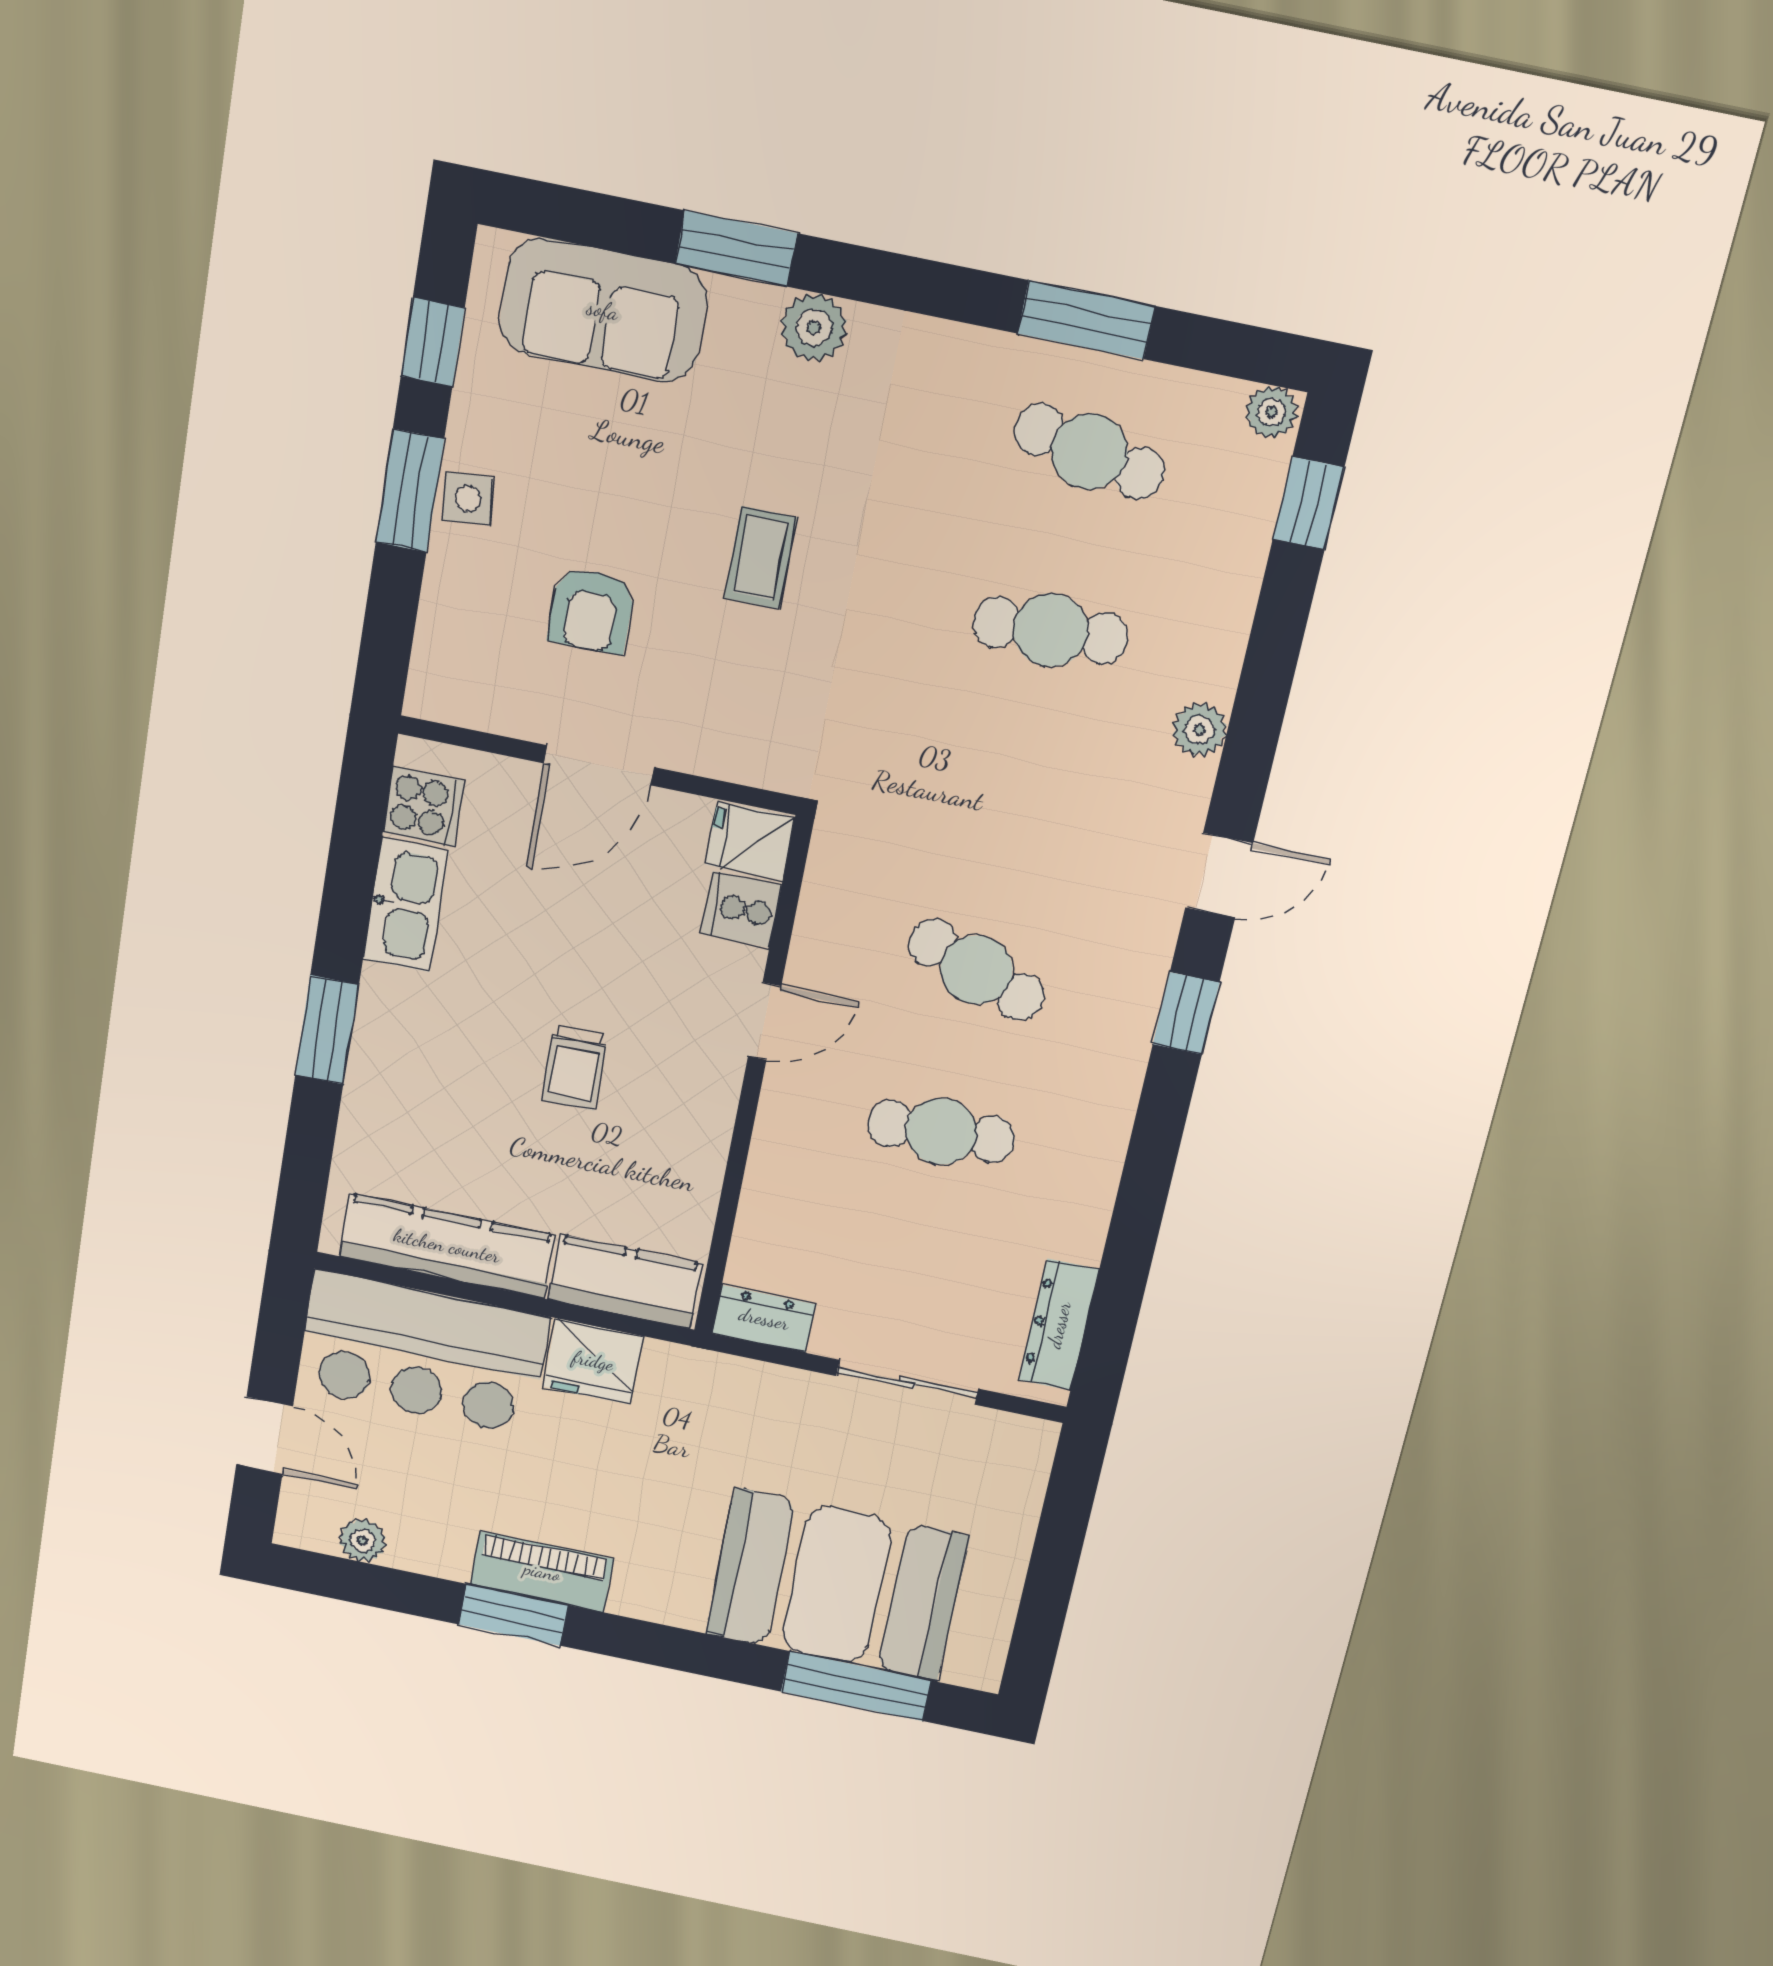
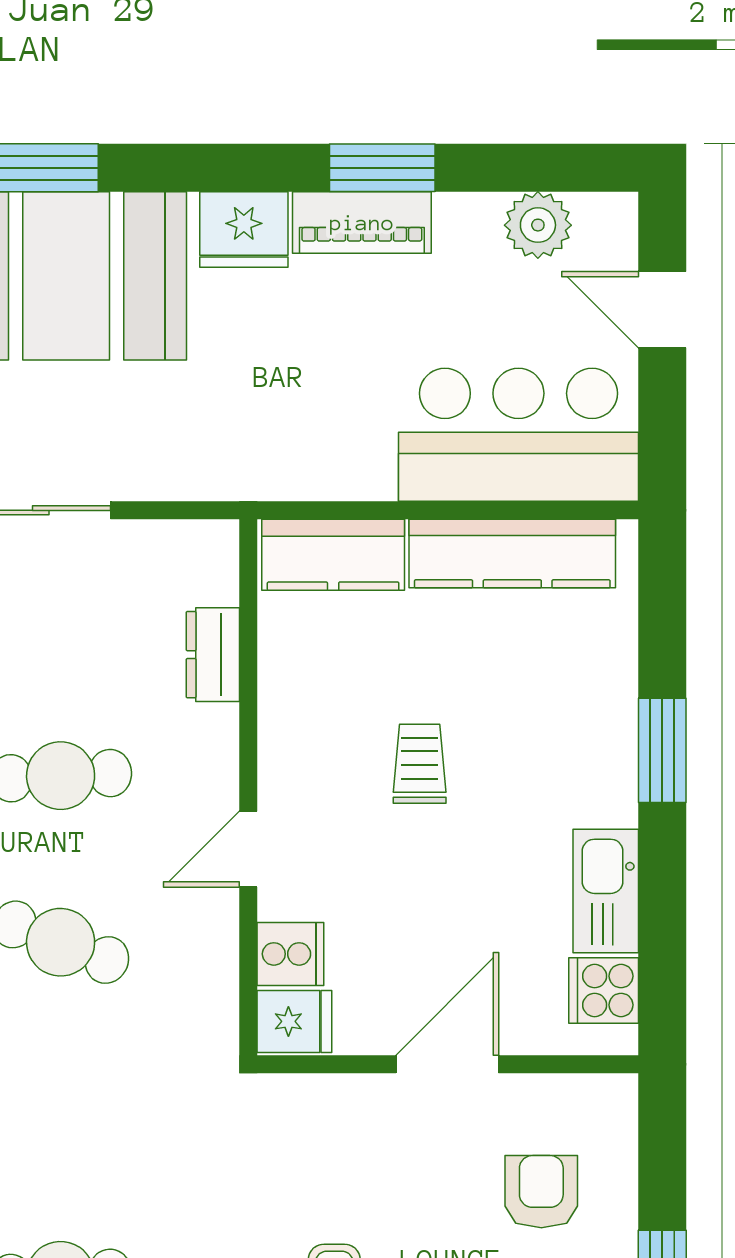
armchair: (591, 610) -> (541, 1192), moved
dresser: (764, 1319) -> (213, 655), moved, turned 90
fridge: (593, 1361) -> (244, 230), moved, turned 180
plant: (363, 1540) -> (538, 225), width x1.38, depth x1.38

